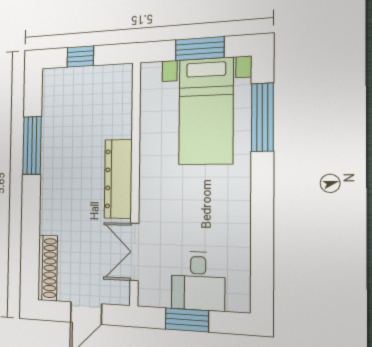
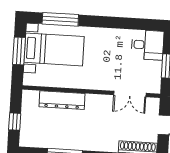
dresser: (118, 179) -> (62, 100), moved
desk: (198, 281) -> (147, 45), moved

